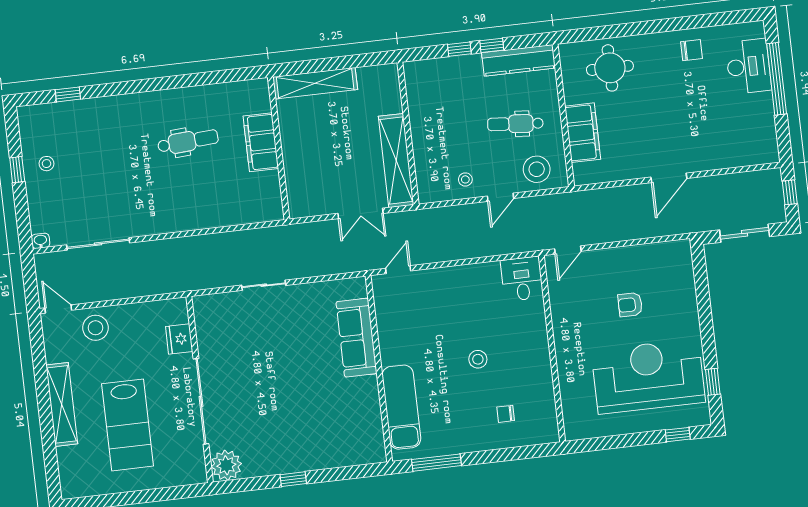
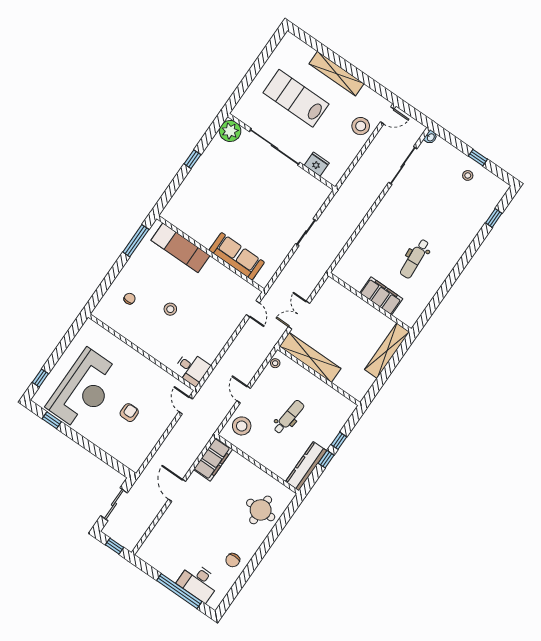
dental chair: (515, 124) -> (289, 417), moved
filing cabinet: (583, 133) -> (213, 459), moved, turned -90
stool: (465, 179) -> (275, 363), moved

